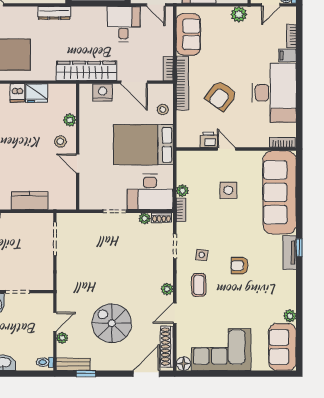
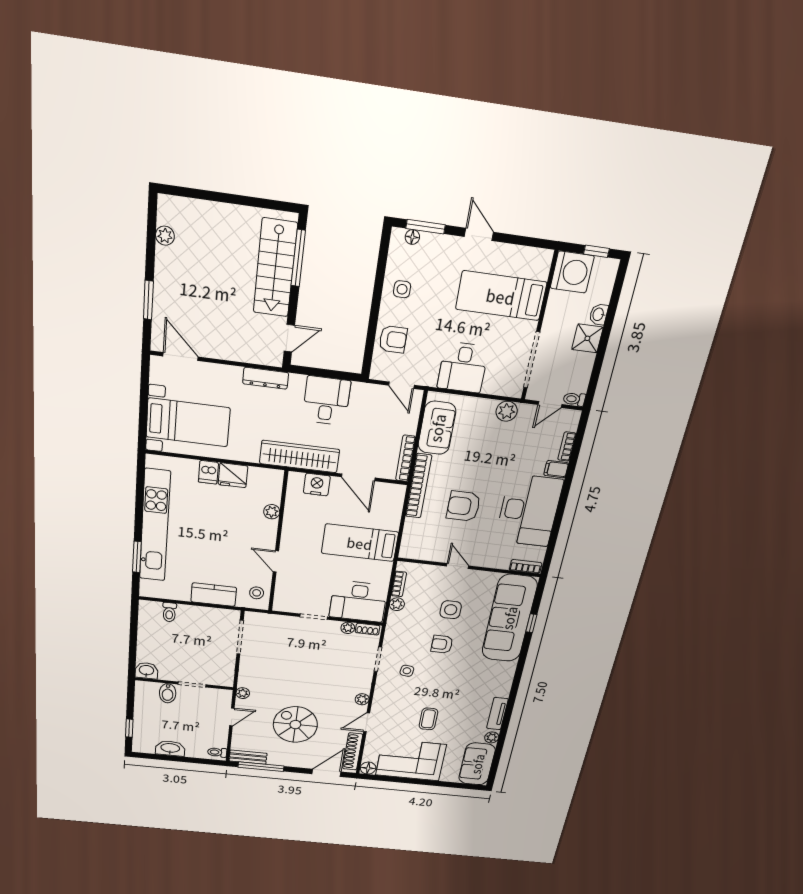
desk: (124, 24) -> (326, 401), moved
bookcase: (168, 69) -> (406, 458), width x1.56
armchair: (221, 96) -> (464, 506), turned 53
stool: (163, 110) -> (389, 513), removed
printer: (209, 140) -> (438, 554), removed
stool: (60, 141) -> (257, 593), moved
bed: (143, 145) -> (360, 543), width x0.67
bookcase: (181, 210) -> (399, 584), moved
window: (299, 248) -> (531, 623), moved
tv unit: (290, 252) -> (497, 714), moved
armchair: (240, 266) -> (442, 644), moved
coffee table: (199, 285) -> (428, 719), moved
plant: (62, 338) -> (243, 693), moved
window: (86, 374) -> (261, 767), width x2.17

